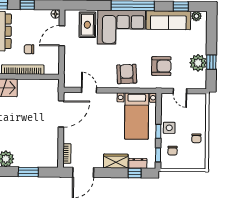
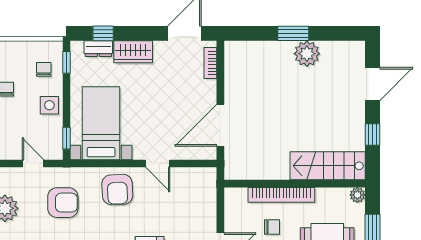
armchair: (161, 66) -> (63, 203), turned 180
door: (89, 90) -> (158, 163), moved
window: (158, 131) -> (66, 138), moved
window: (28, 172) -> (293, 33), moved

